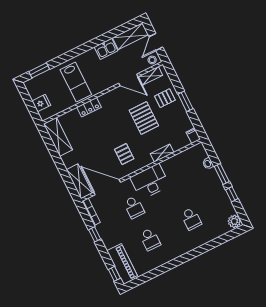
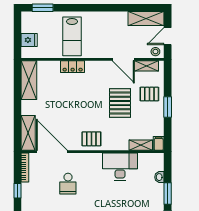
kitchen sink: (106, 49) -> (117, 19), removed
shelving: (162, 153) -> (141, 145), moved
pallet: (124, 154) -> (91, 139), moved, turned 90
desk: (150, 181) -> (120, 167), moved

